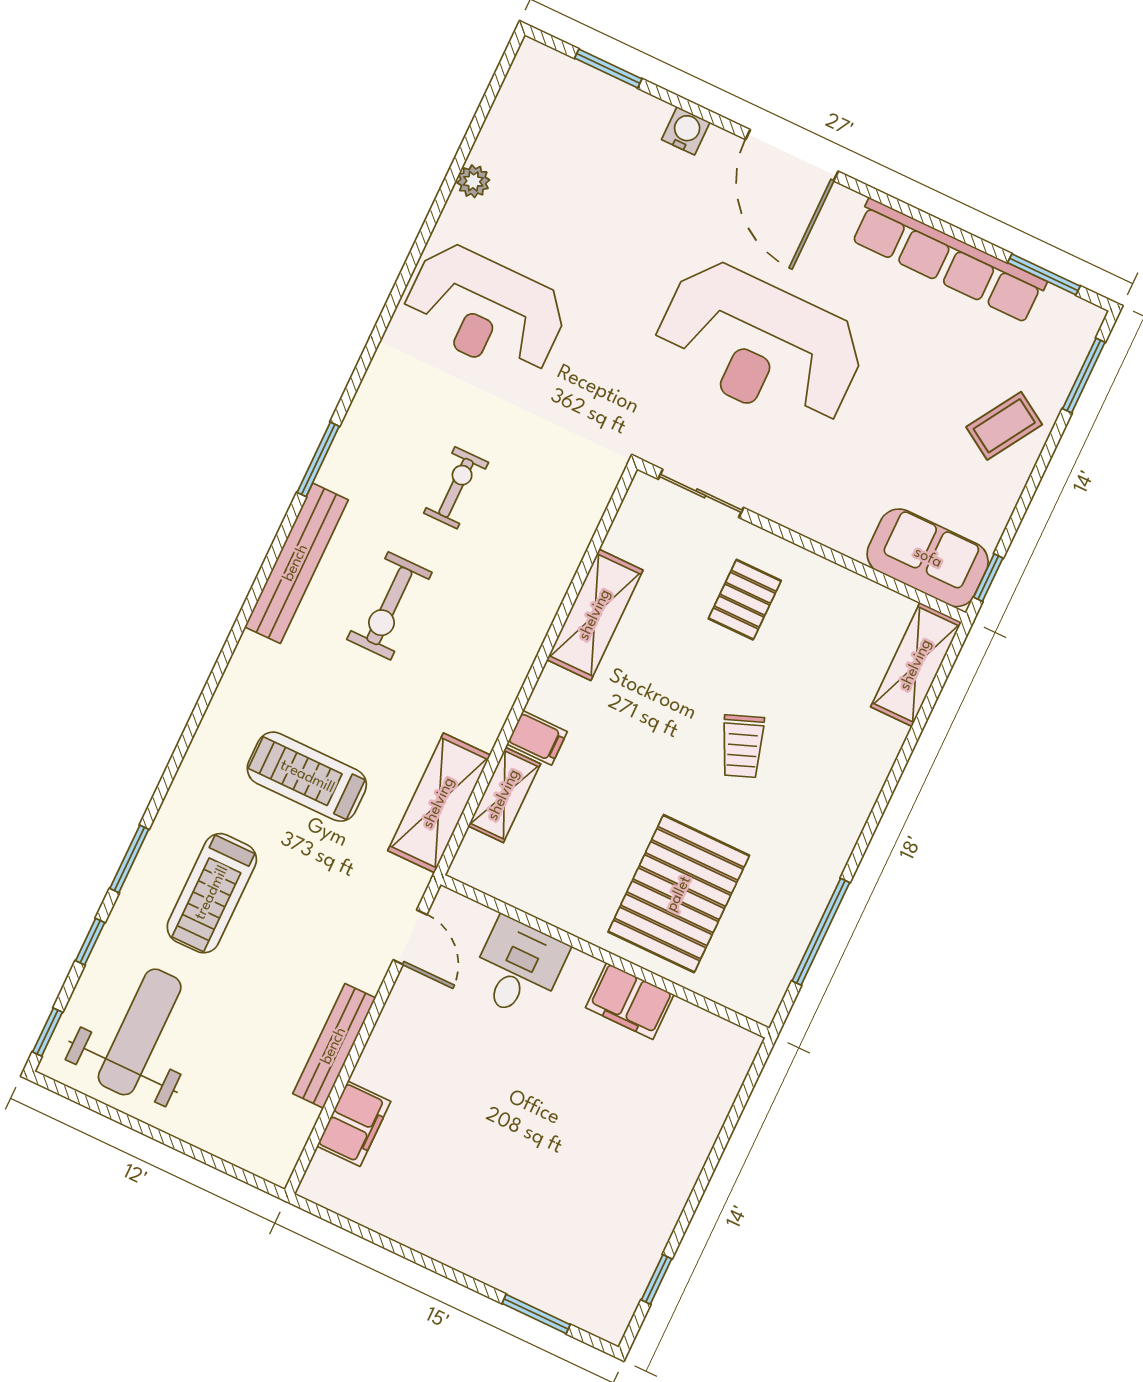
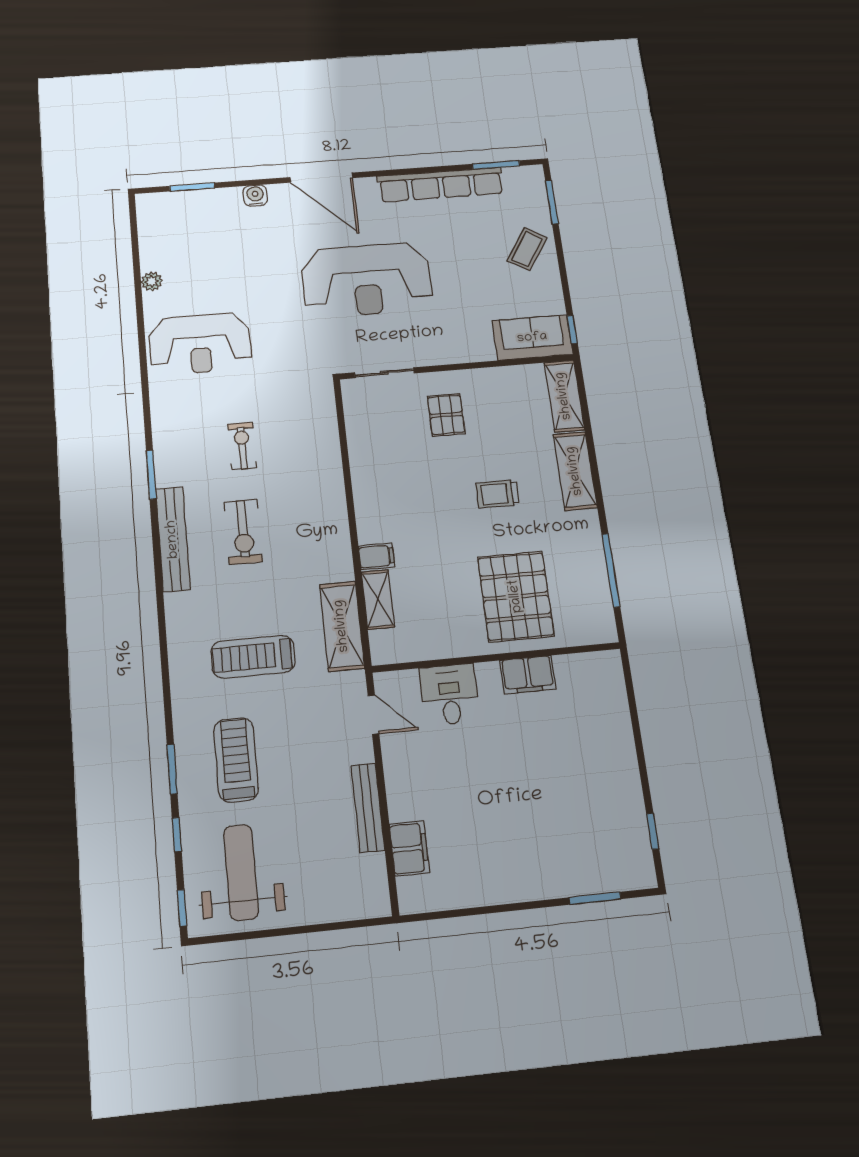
shelving: (595, 615) -> (575, 471), moved
trolley: (742, 746) -> (497, 494), turned 111
treadmill: (212, 893) -> (236, 760), turned 180

